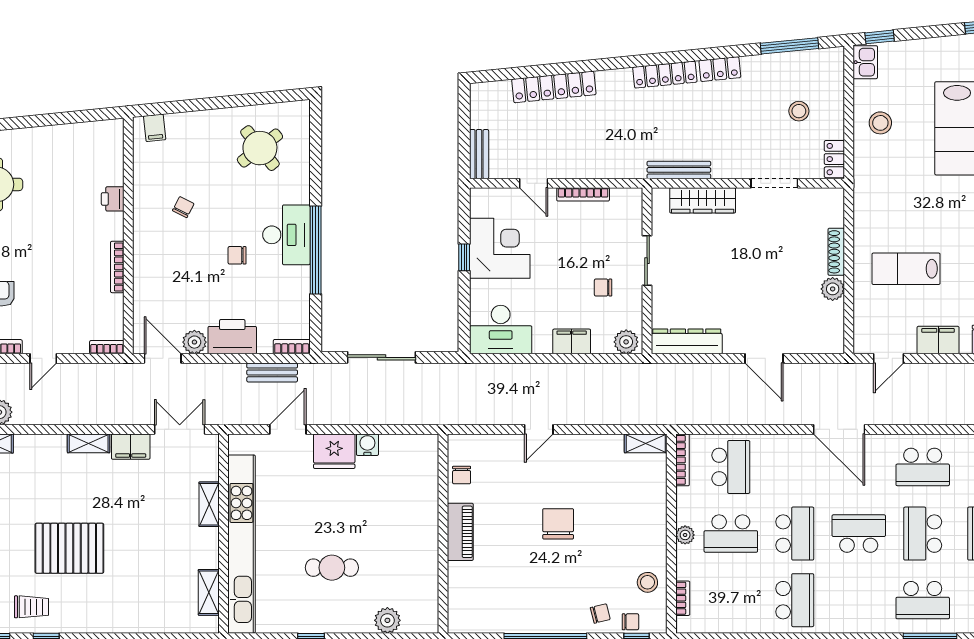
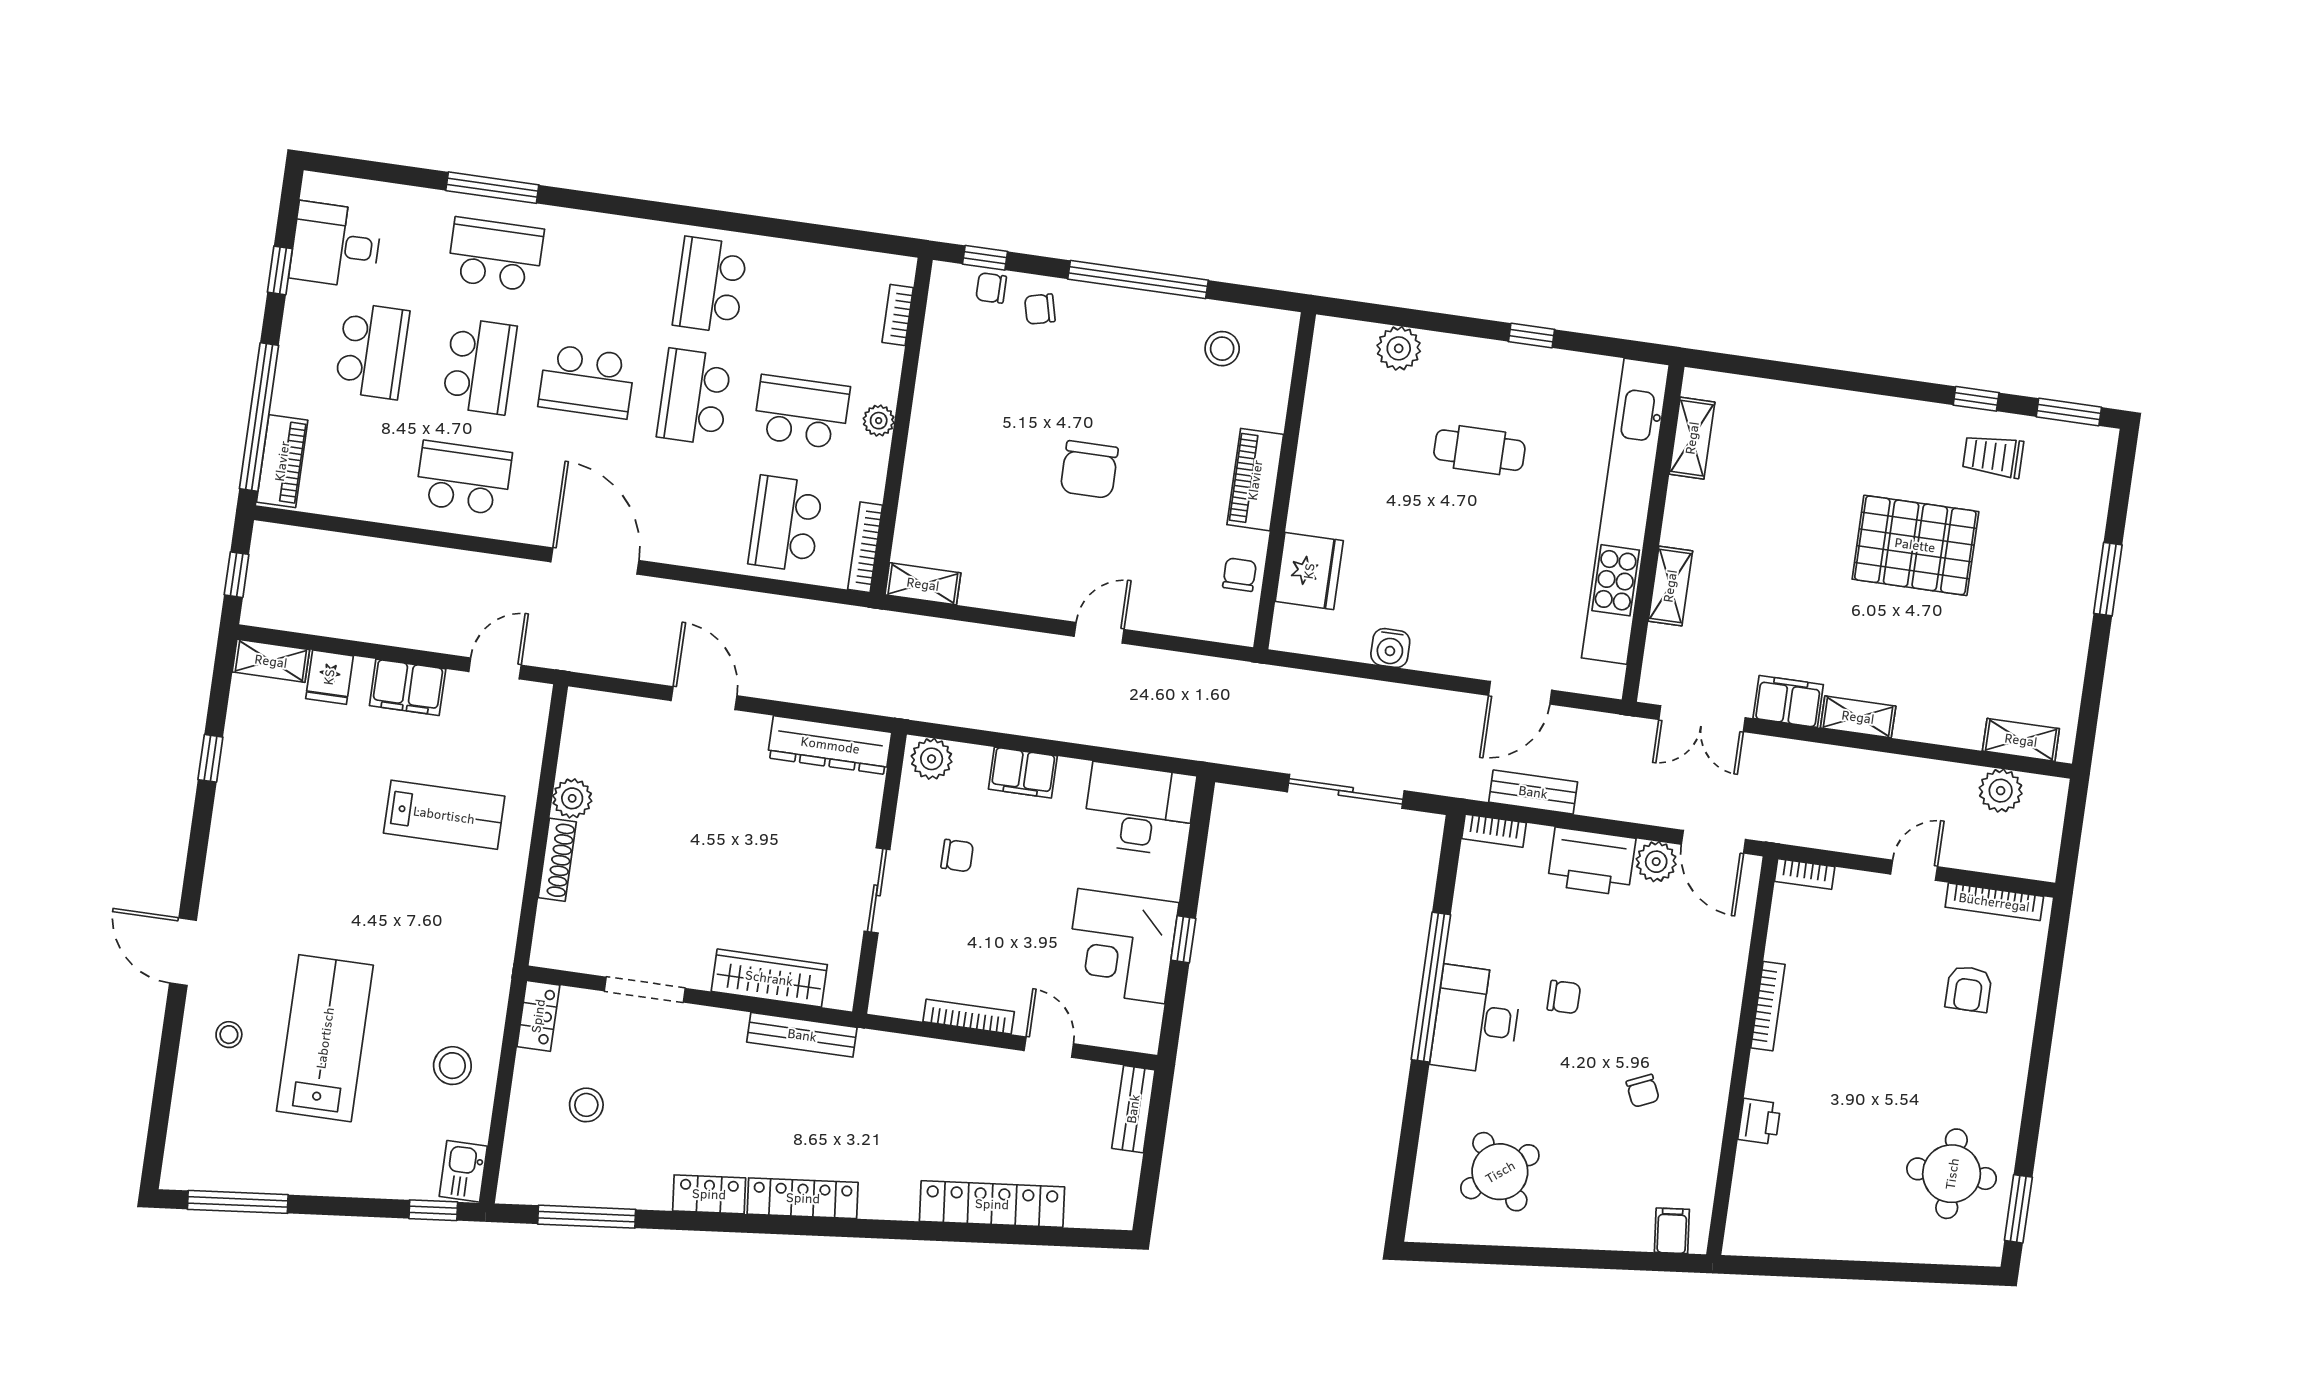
chair: (183, 207) -> (1643, 1091), turned -51
fridge: (334, 451) -> (1309, 571), moved, turned 90
stool: (647, 582) -> (1222, 349), moved

